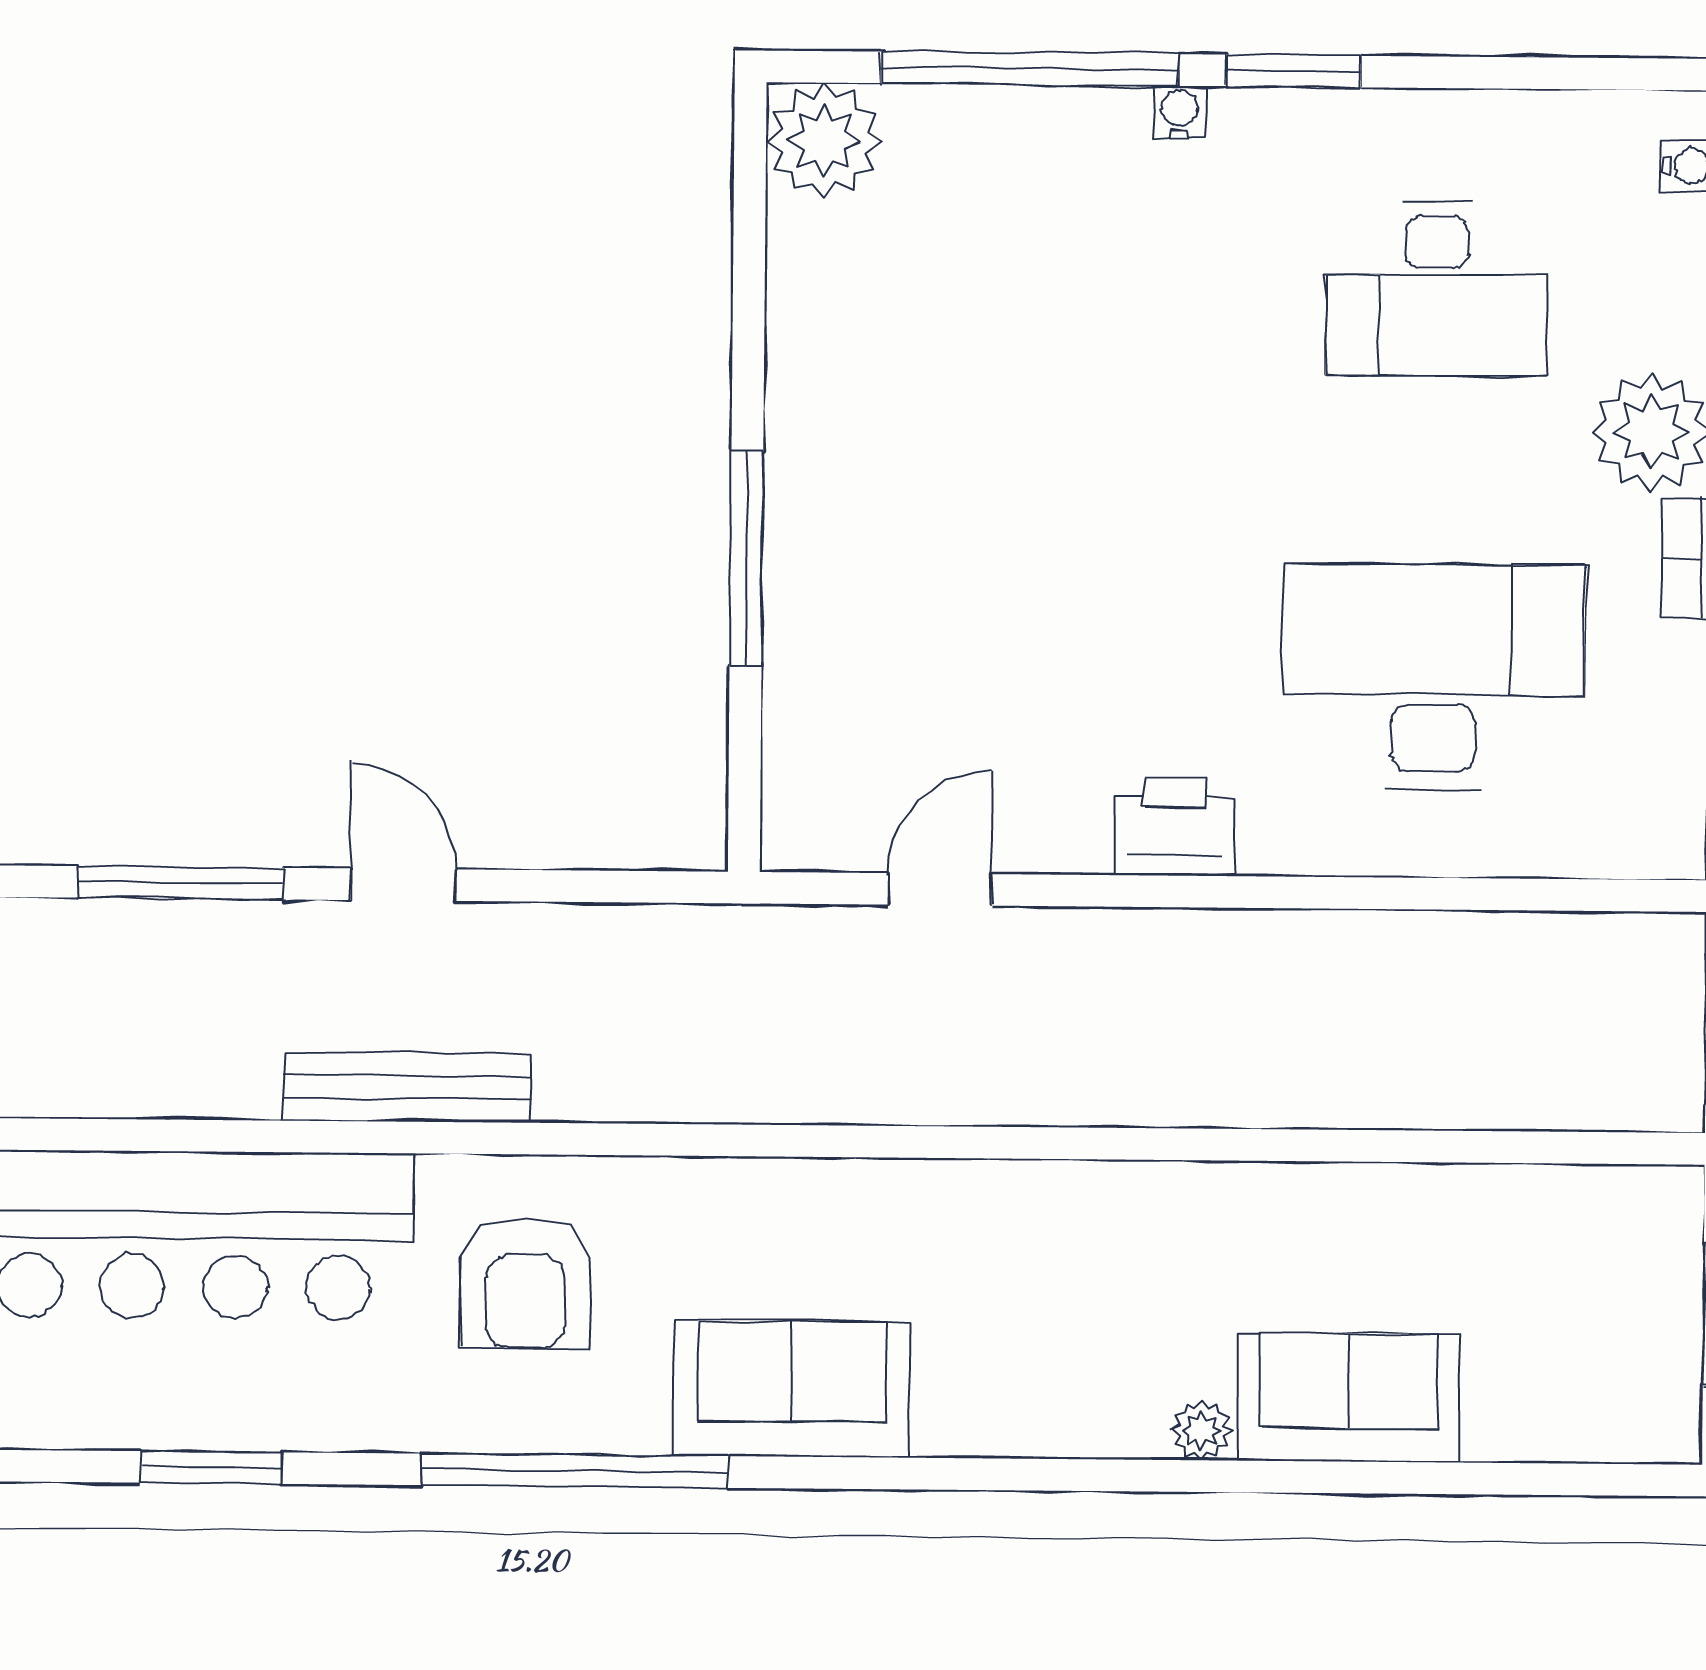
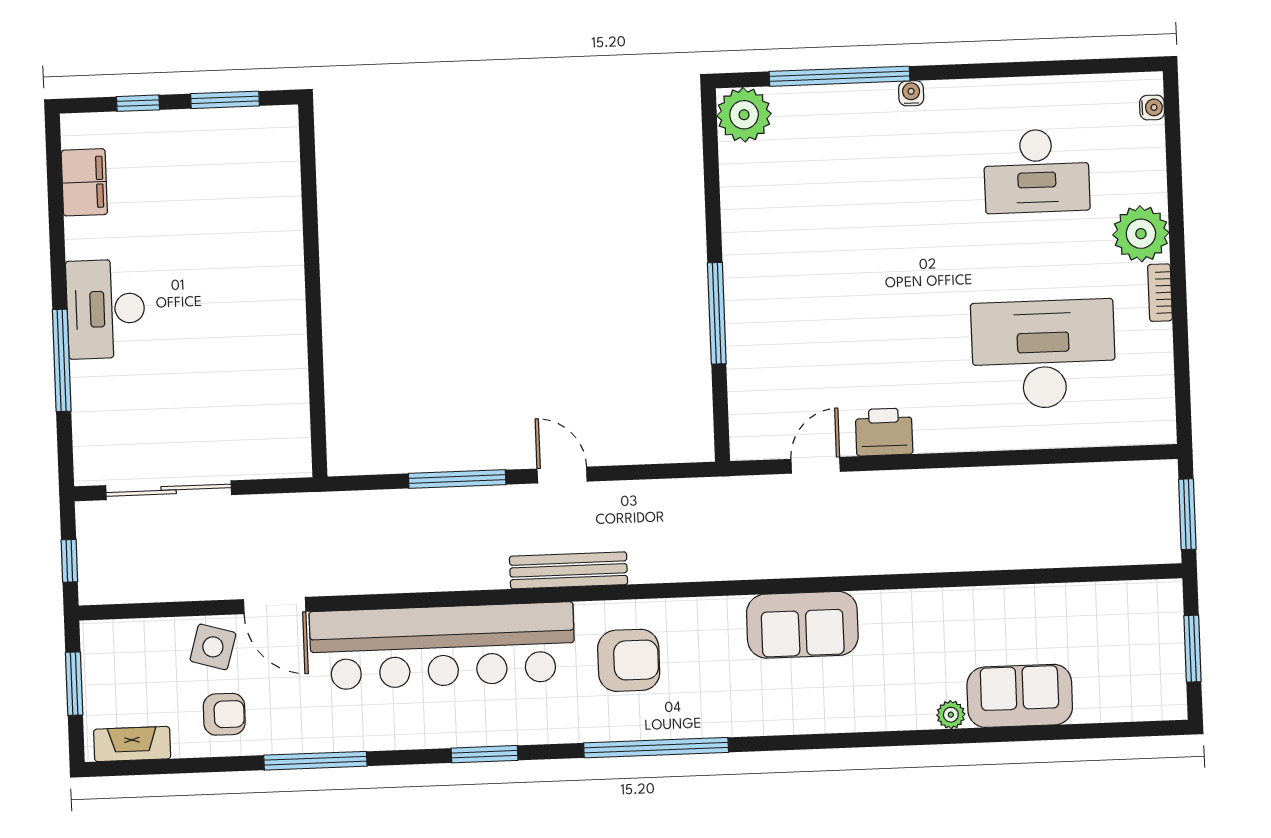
window: (1294, 71) -> (964, 71), removed
printer: (1174, 826) -> (884, 432), moved
armchair: (525, 1283) -> (629, 660), turned -90
sofa: (792, 1389) -> (802, 625), moved, turned 180

